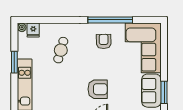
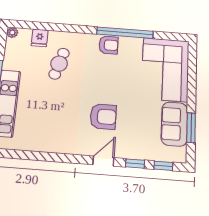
fridge: (33, 30) -> (40, 38), moved
armchair: (104, 41) -> (108, 45), moved, turned 91

